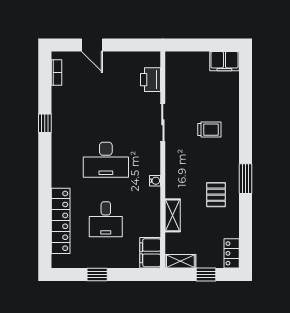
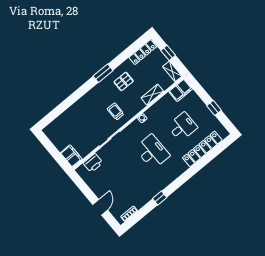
filing cabinet: (224, 61) -> (71, 156), moved
trolley: (209, 130) -> (116, 111), moved
locker: (232, 253) -> (143, 52), width x1.53

